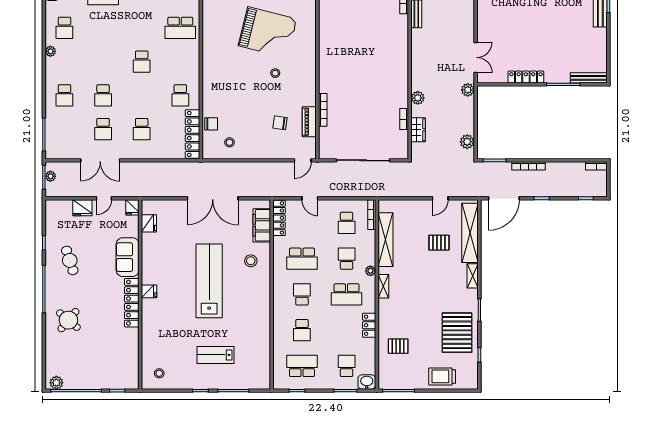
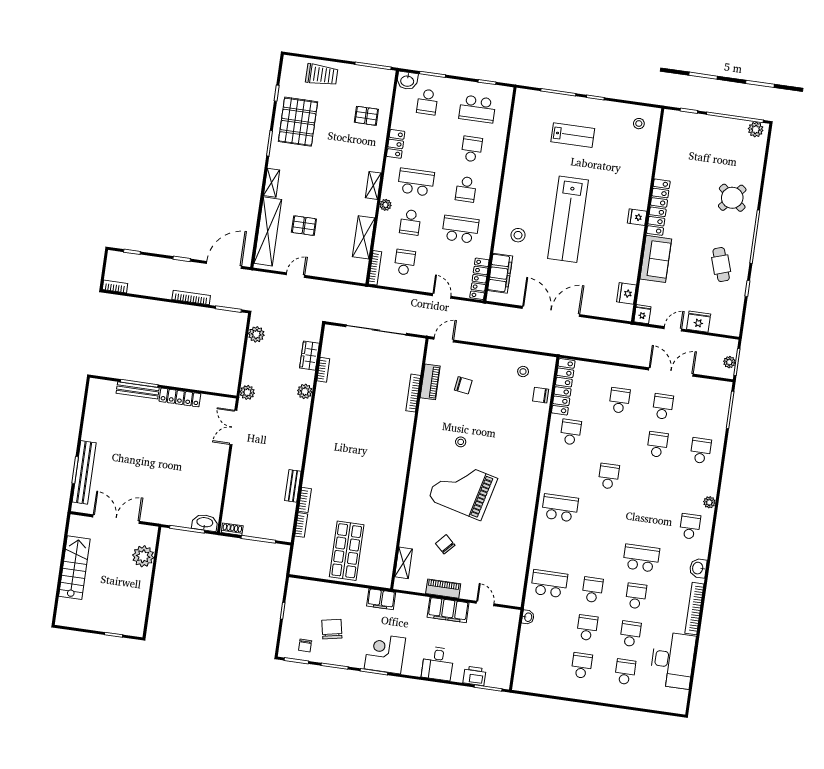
bench: (589, 78) -> (138, 390), moved
shelving: (385, 240) -> (364, 237), width x0.68

